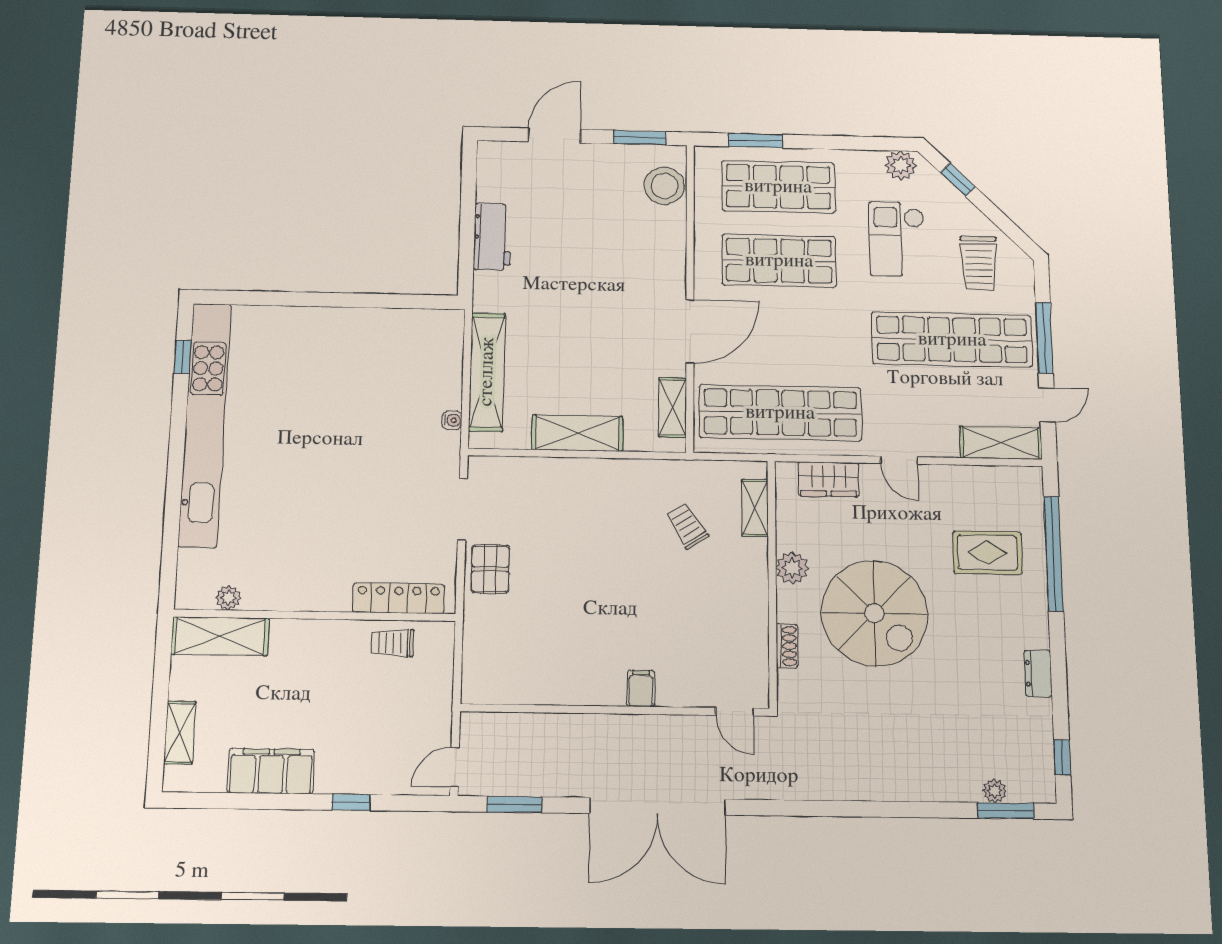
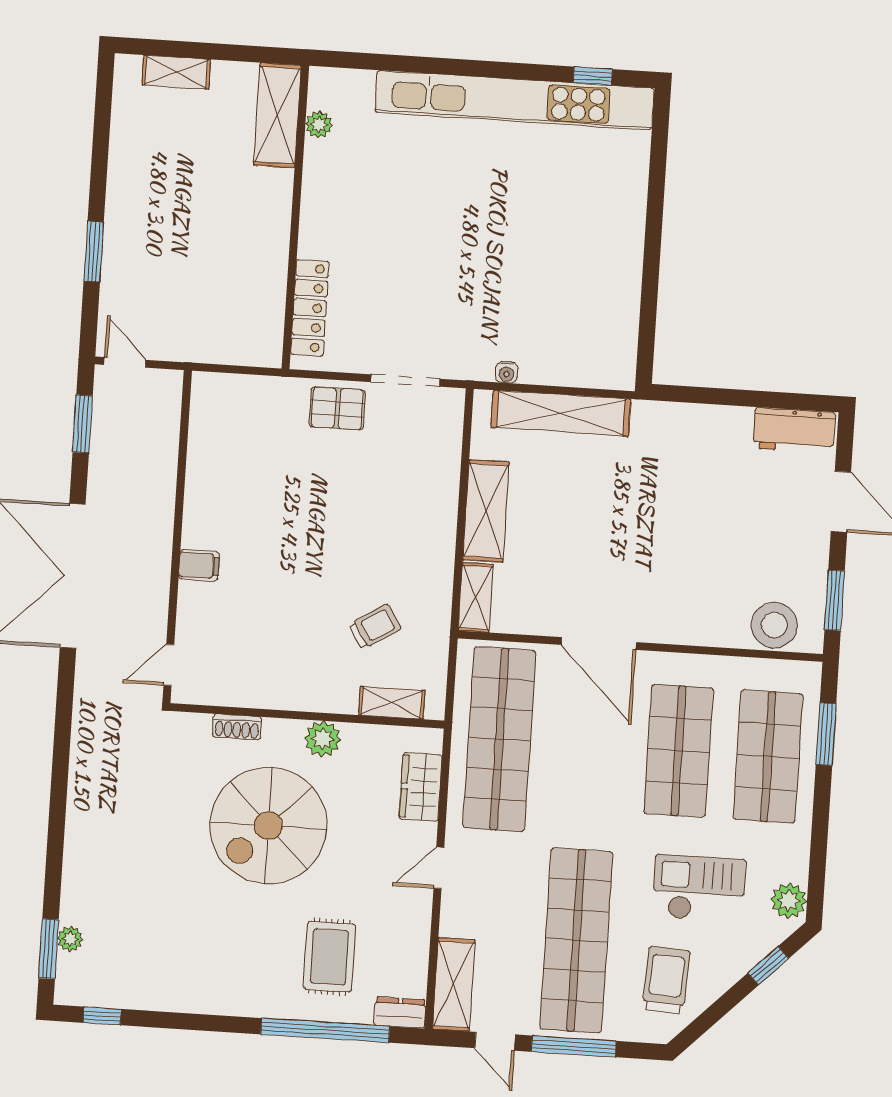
workbench: (492, 237) -> (794, 430), moved
trolley: (979, 263) -> (666, 980), turned 93
shelving: (673, 408) -> (476, 597), moved, turned 90
trolley: (392, 643) -> (261, 300), removed
dresser: (1038, 673) -> (400, 1013), moved
filing cabinet: (271, 771) -> (131, 168), removed
window: (351, 802) -> (94, 252), width x1.50

